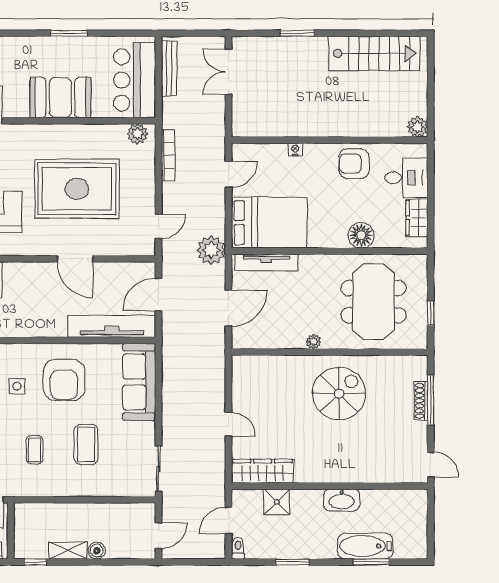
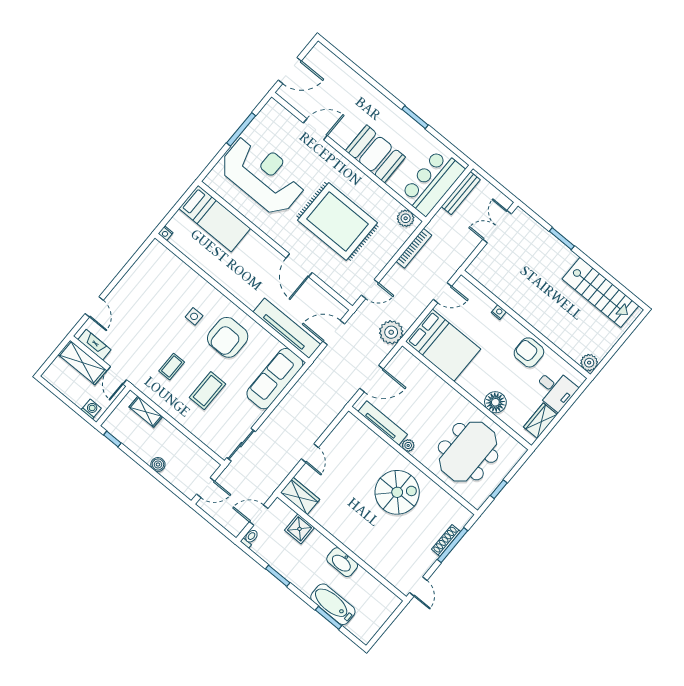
tv unit: (266, 262) -> (383, 423), moved, turned 180
wardrobe: (263, 471) -> (300, 496), width x0.67
shelving: (68, 550) -> (146, 412), moved

